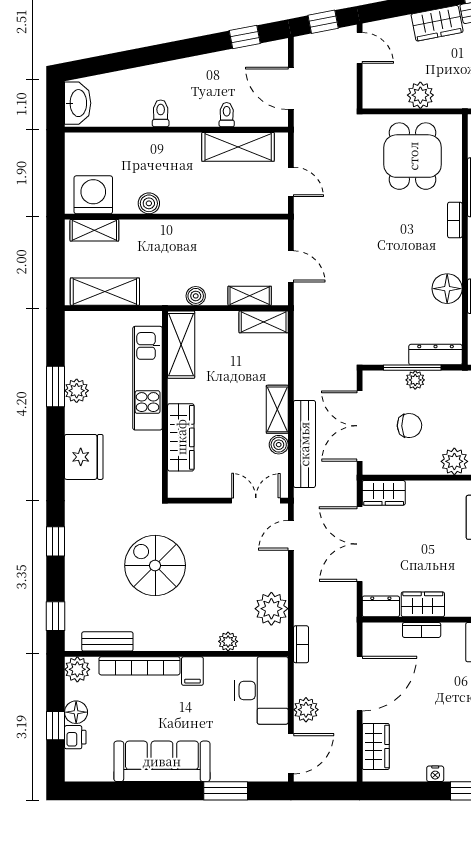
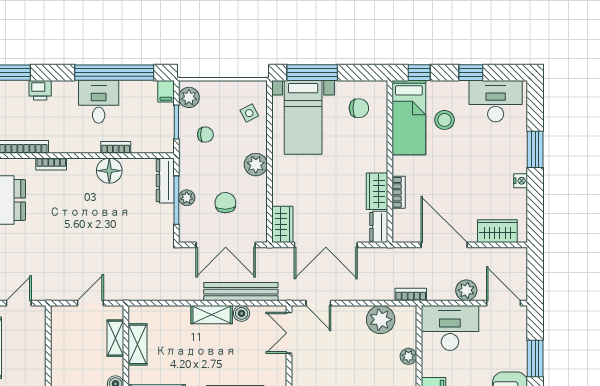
shelving: (264, 322) -> (138, 344), moved

